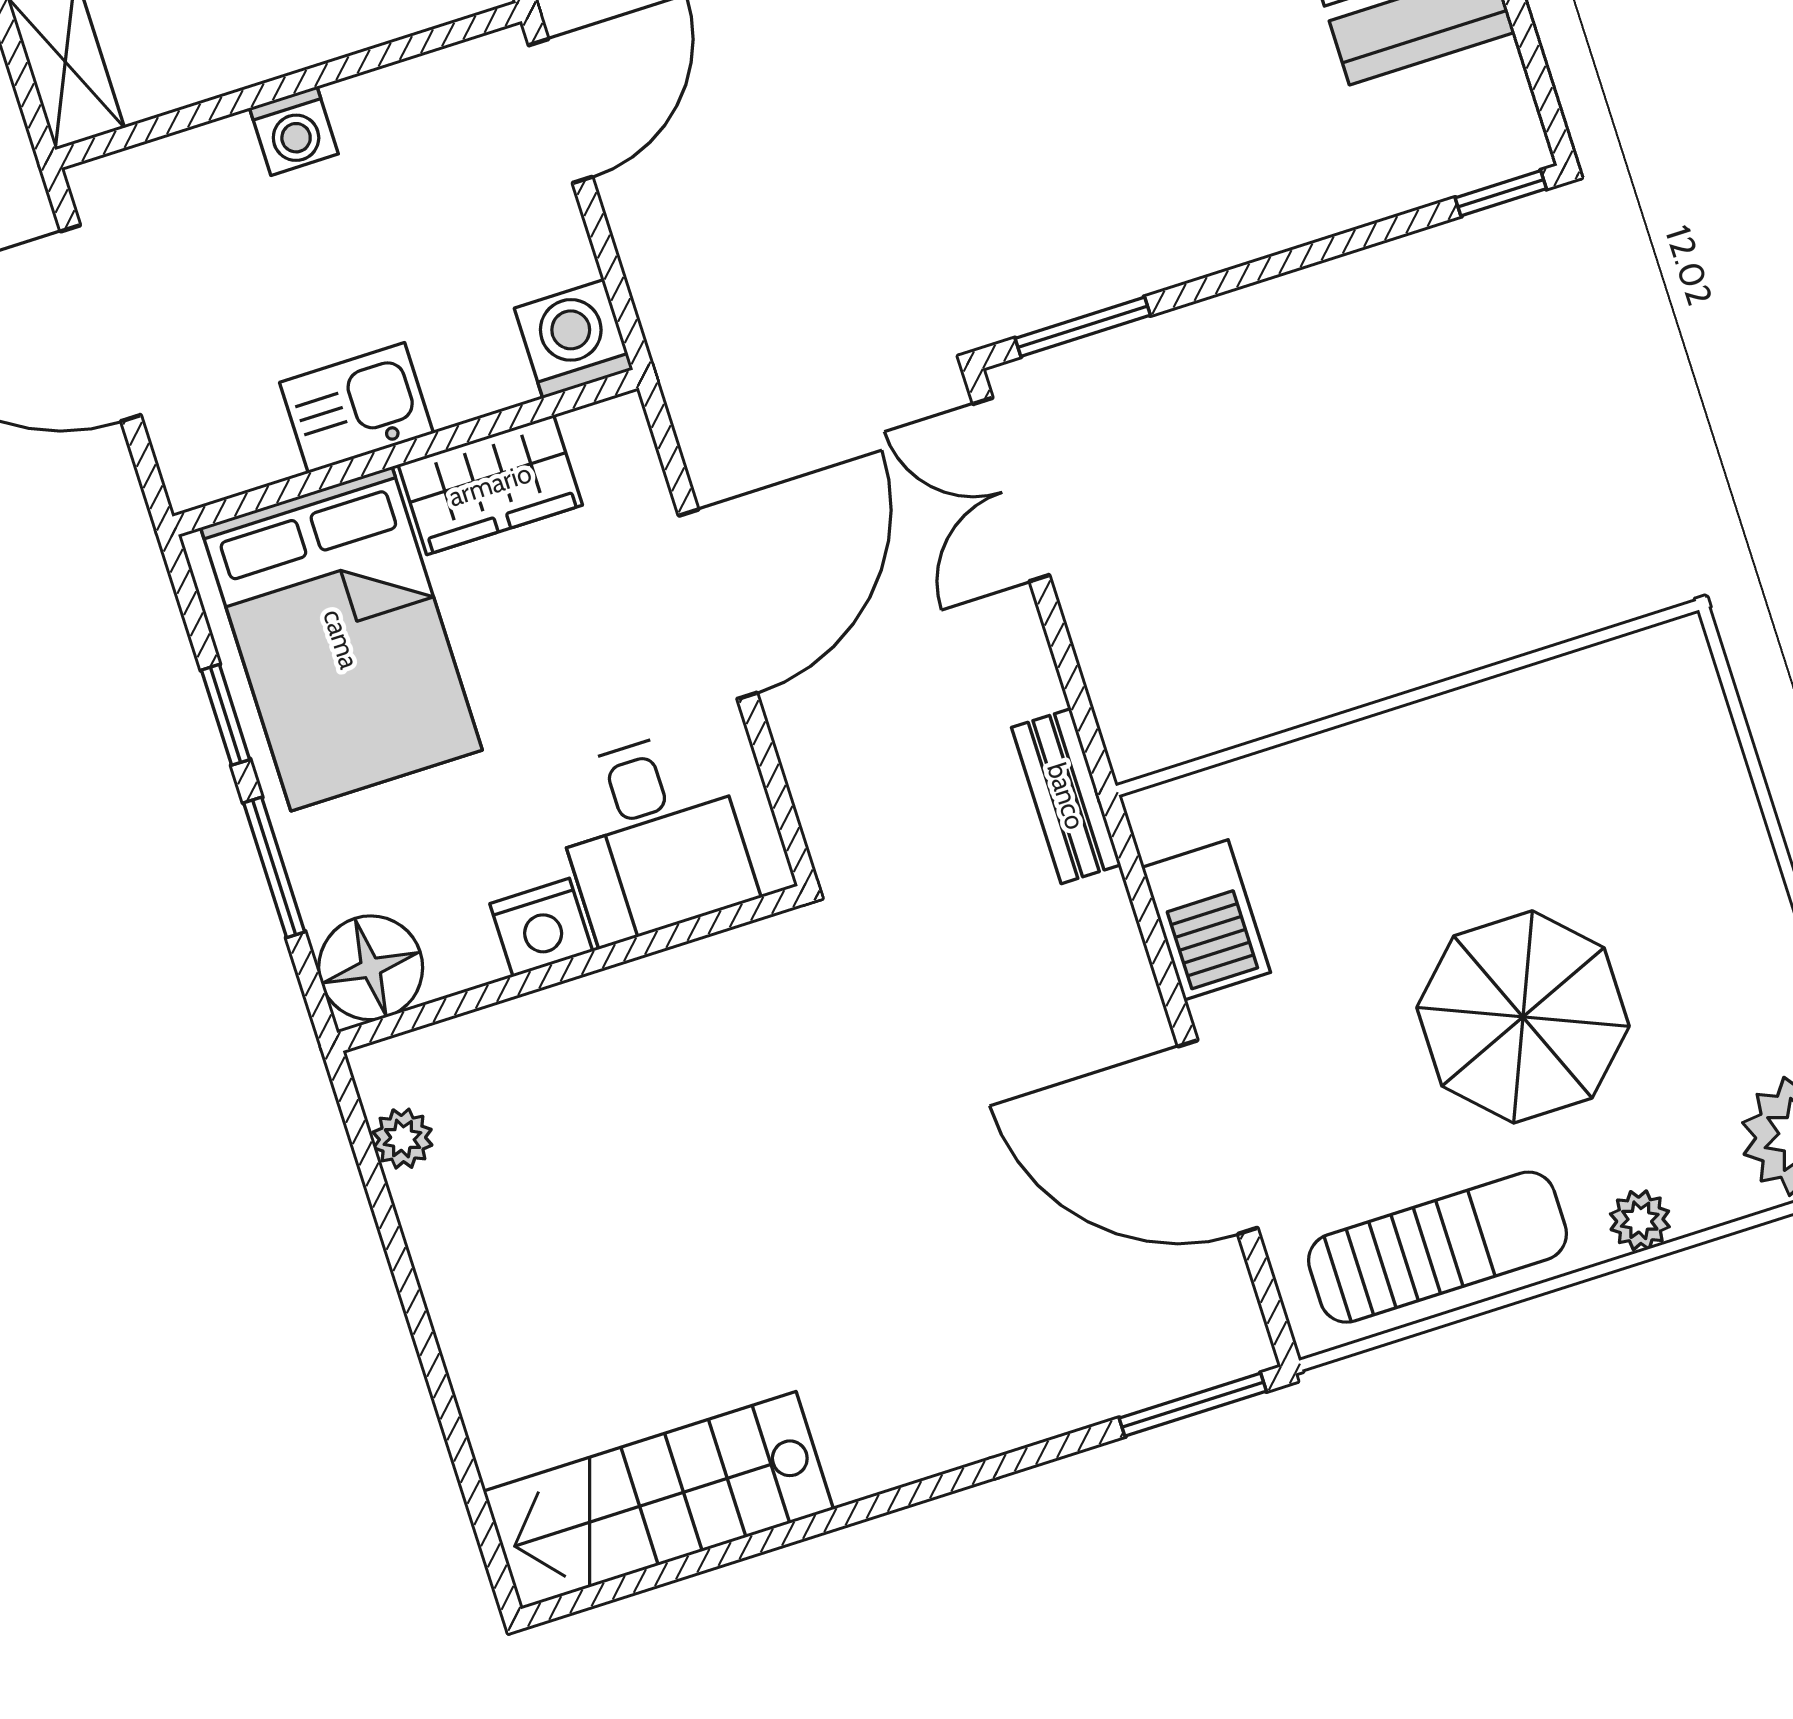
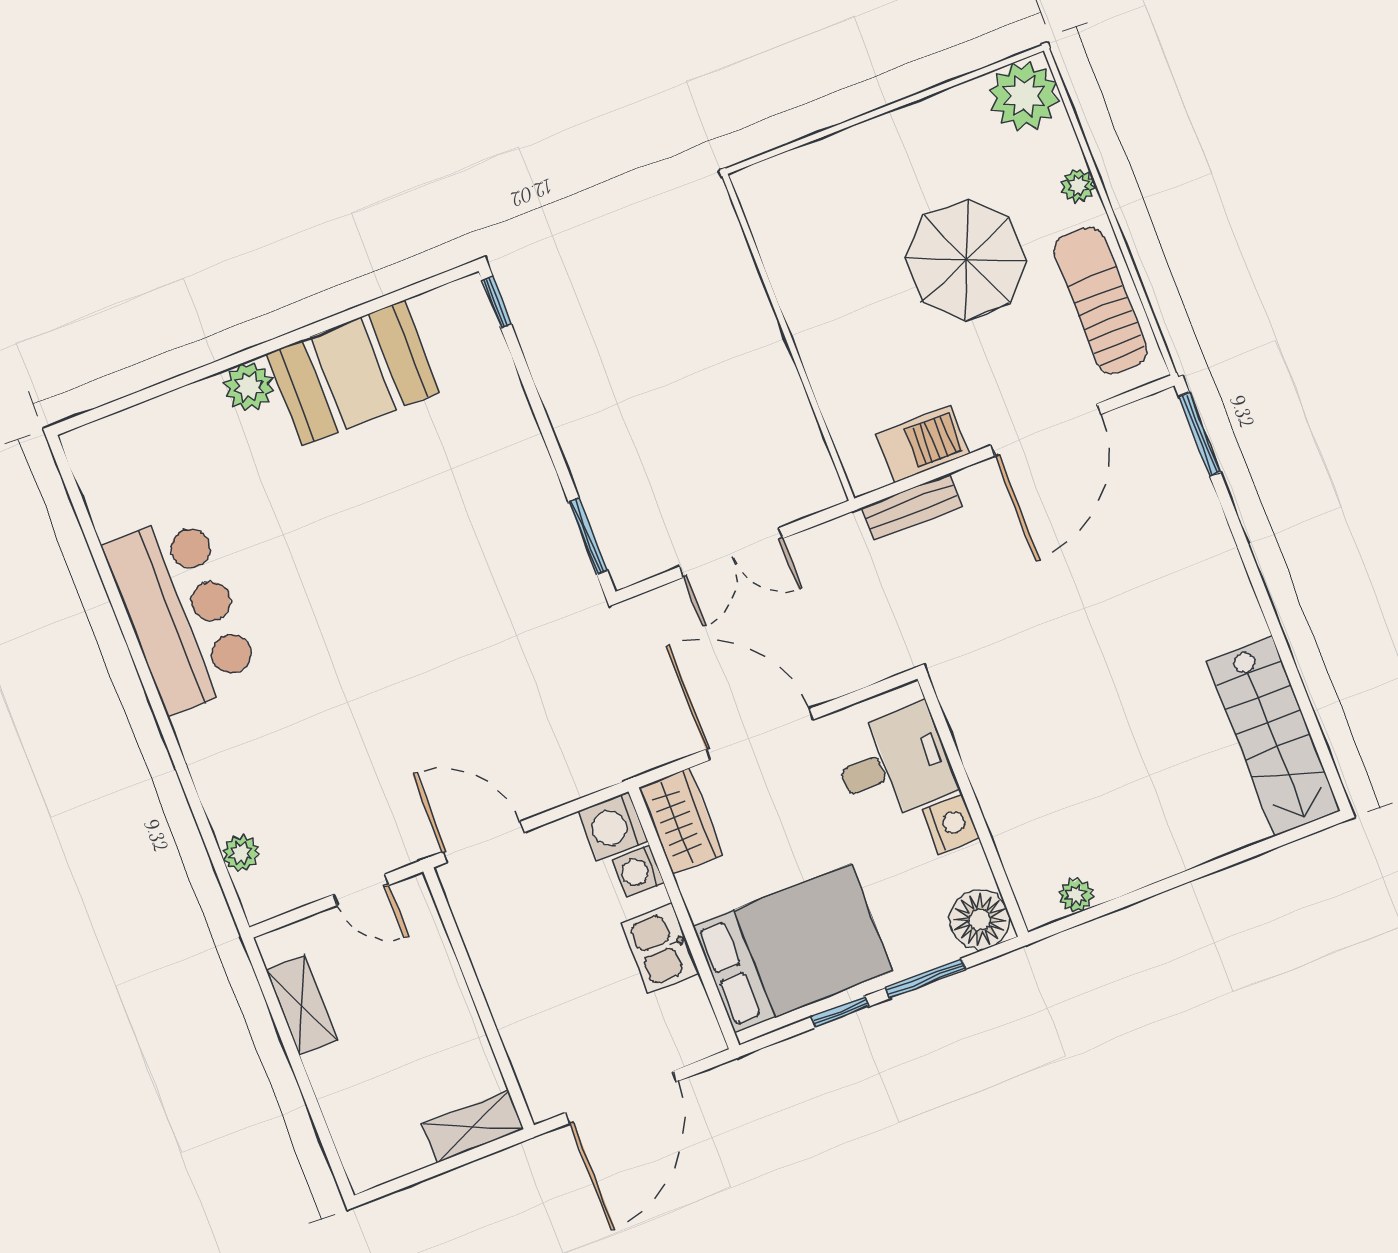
washing machine: (294, 131) -> (638, 871), moved, turned 180
wardrobe: (490, 485) -> (681, 821), moved
double door: (1011, 490) -> (731, 553), moved
bench: (1066, 796) -> (912, 507), moved

